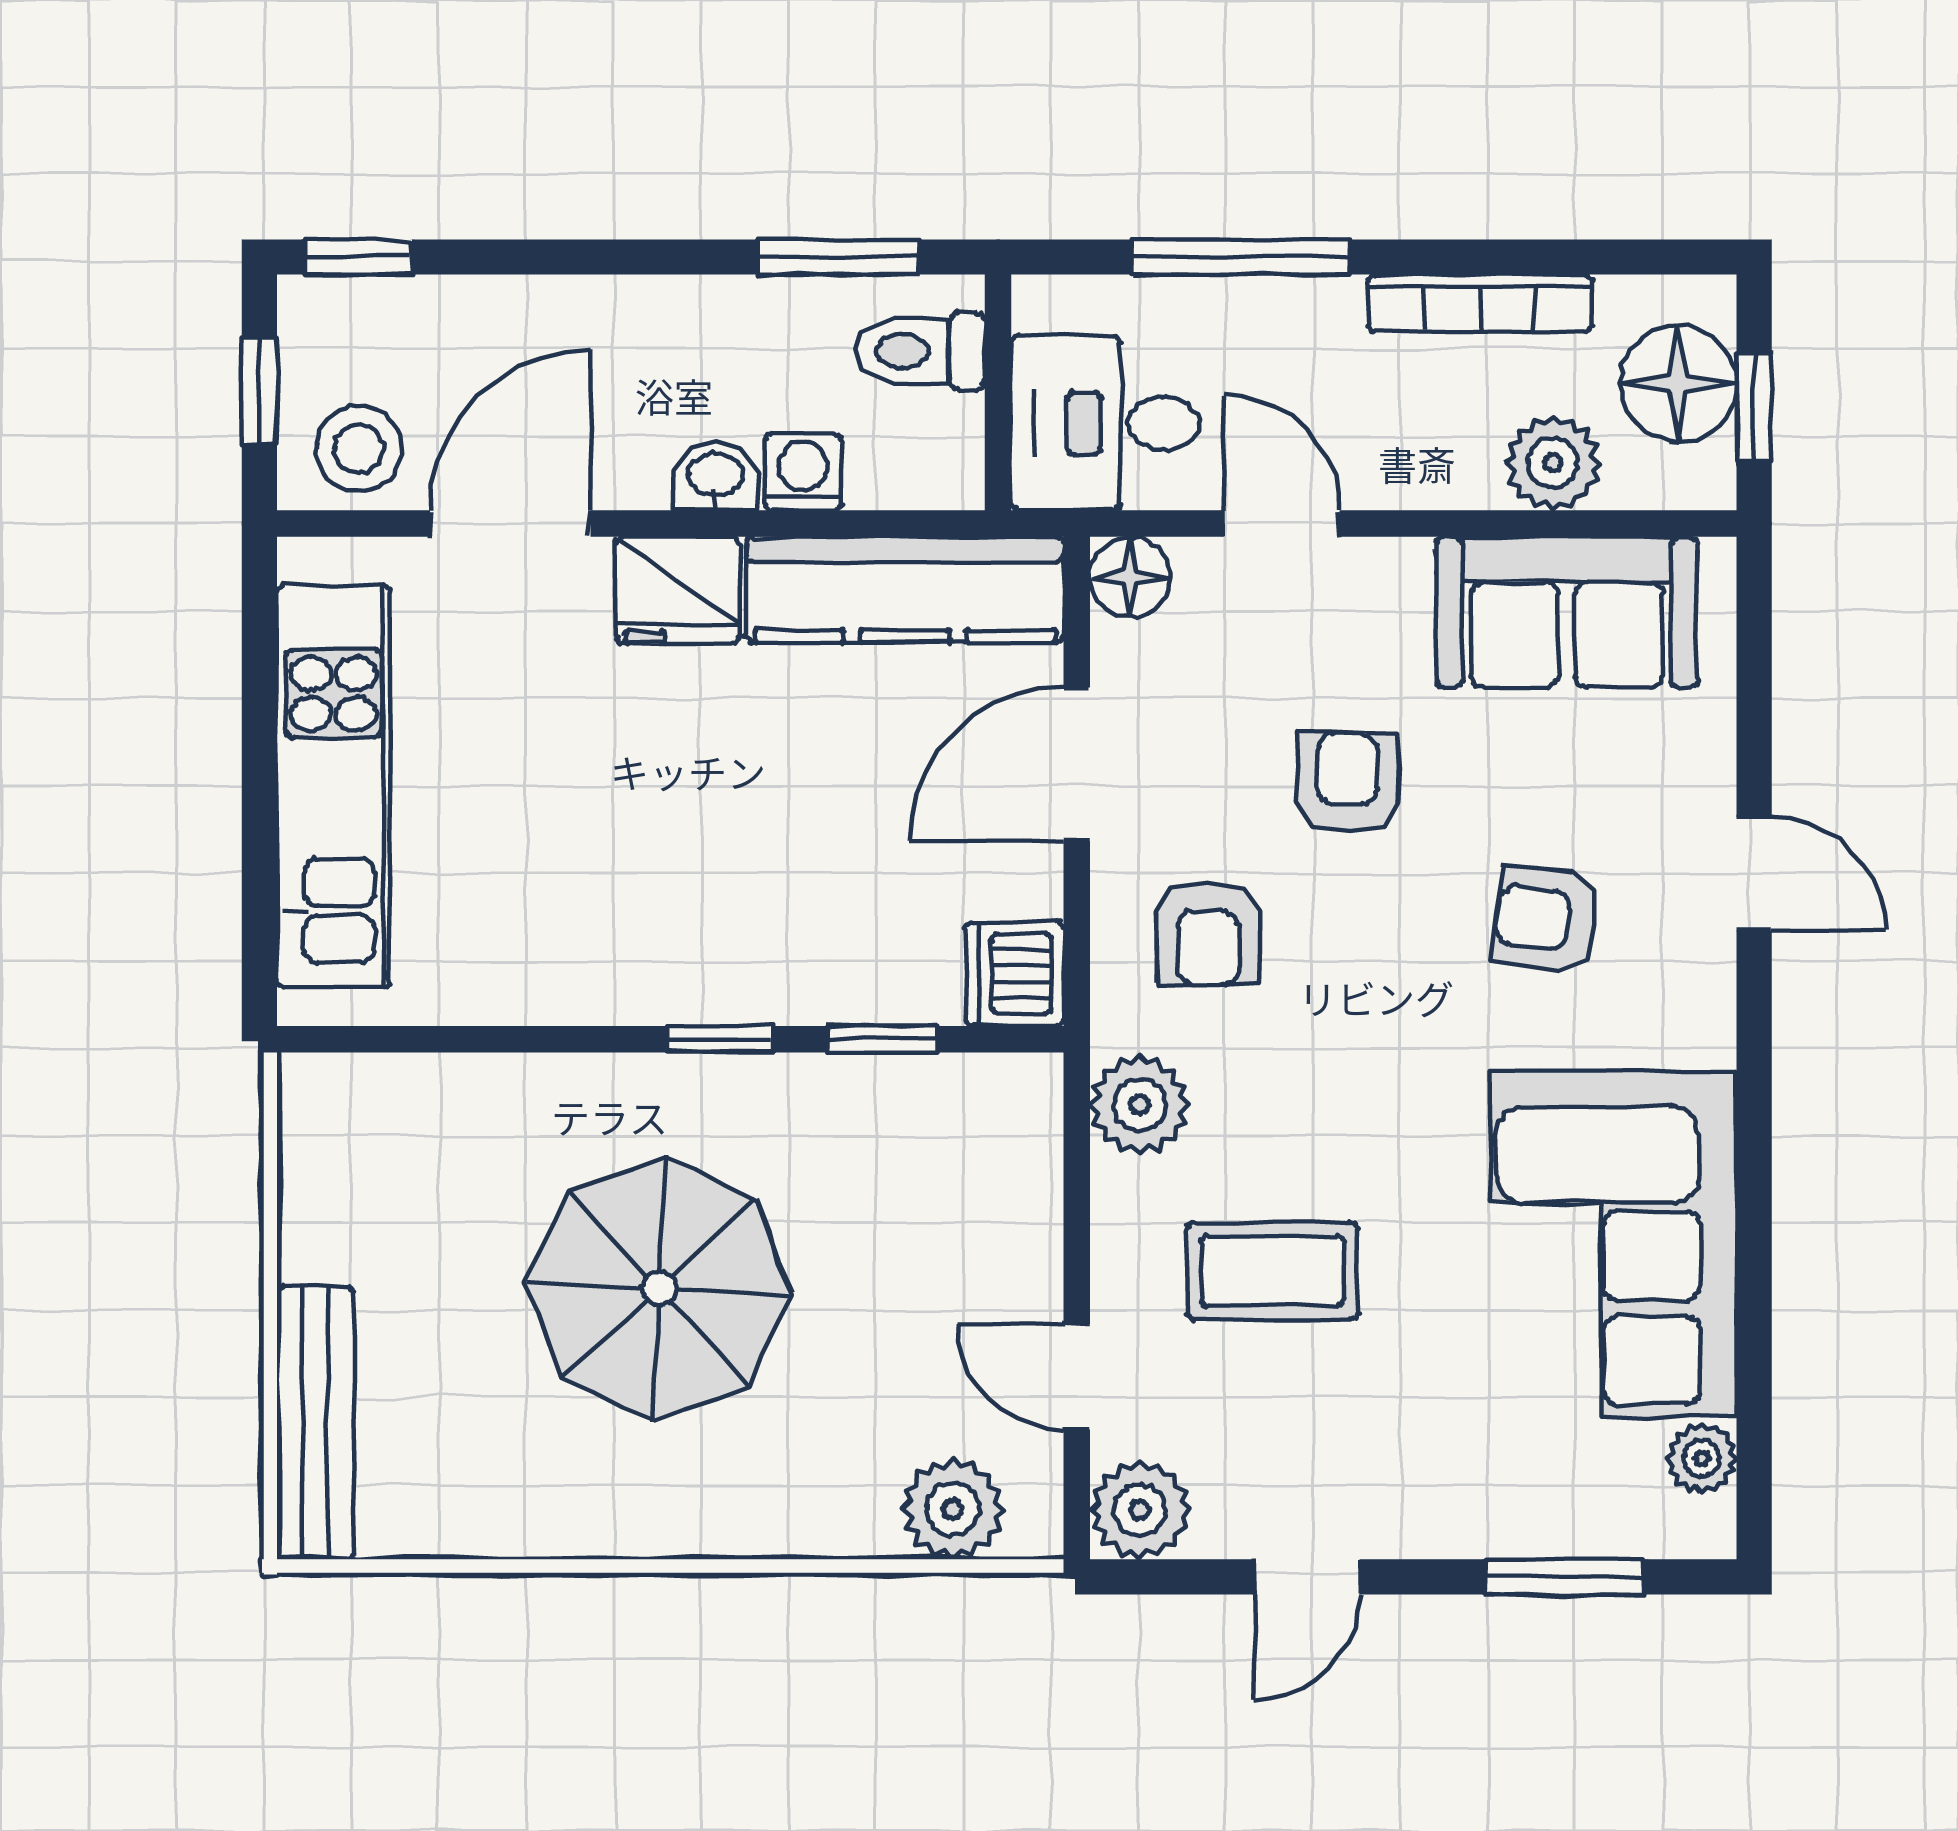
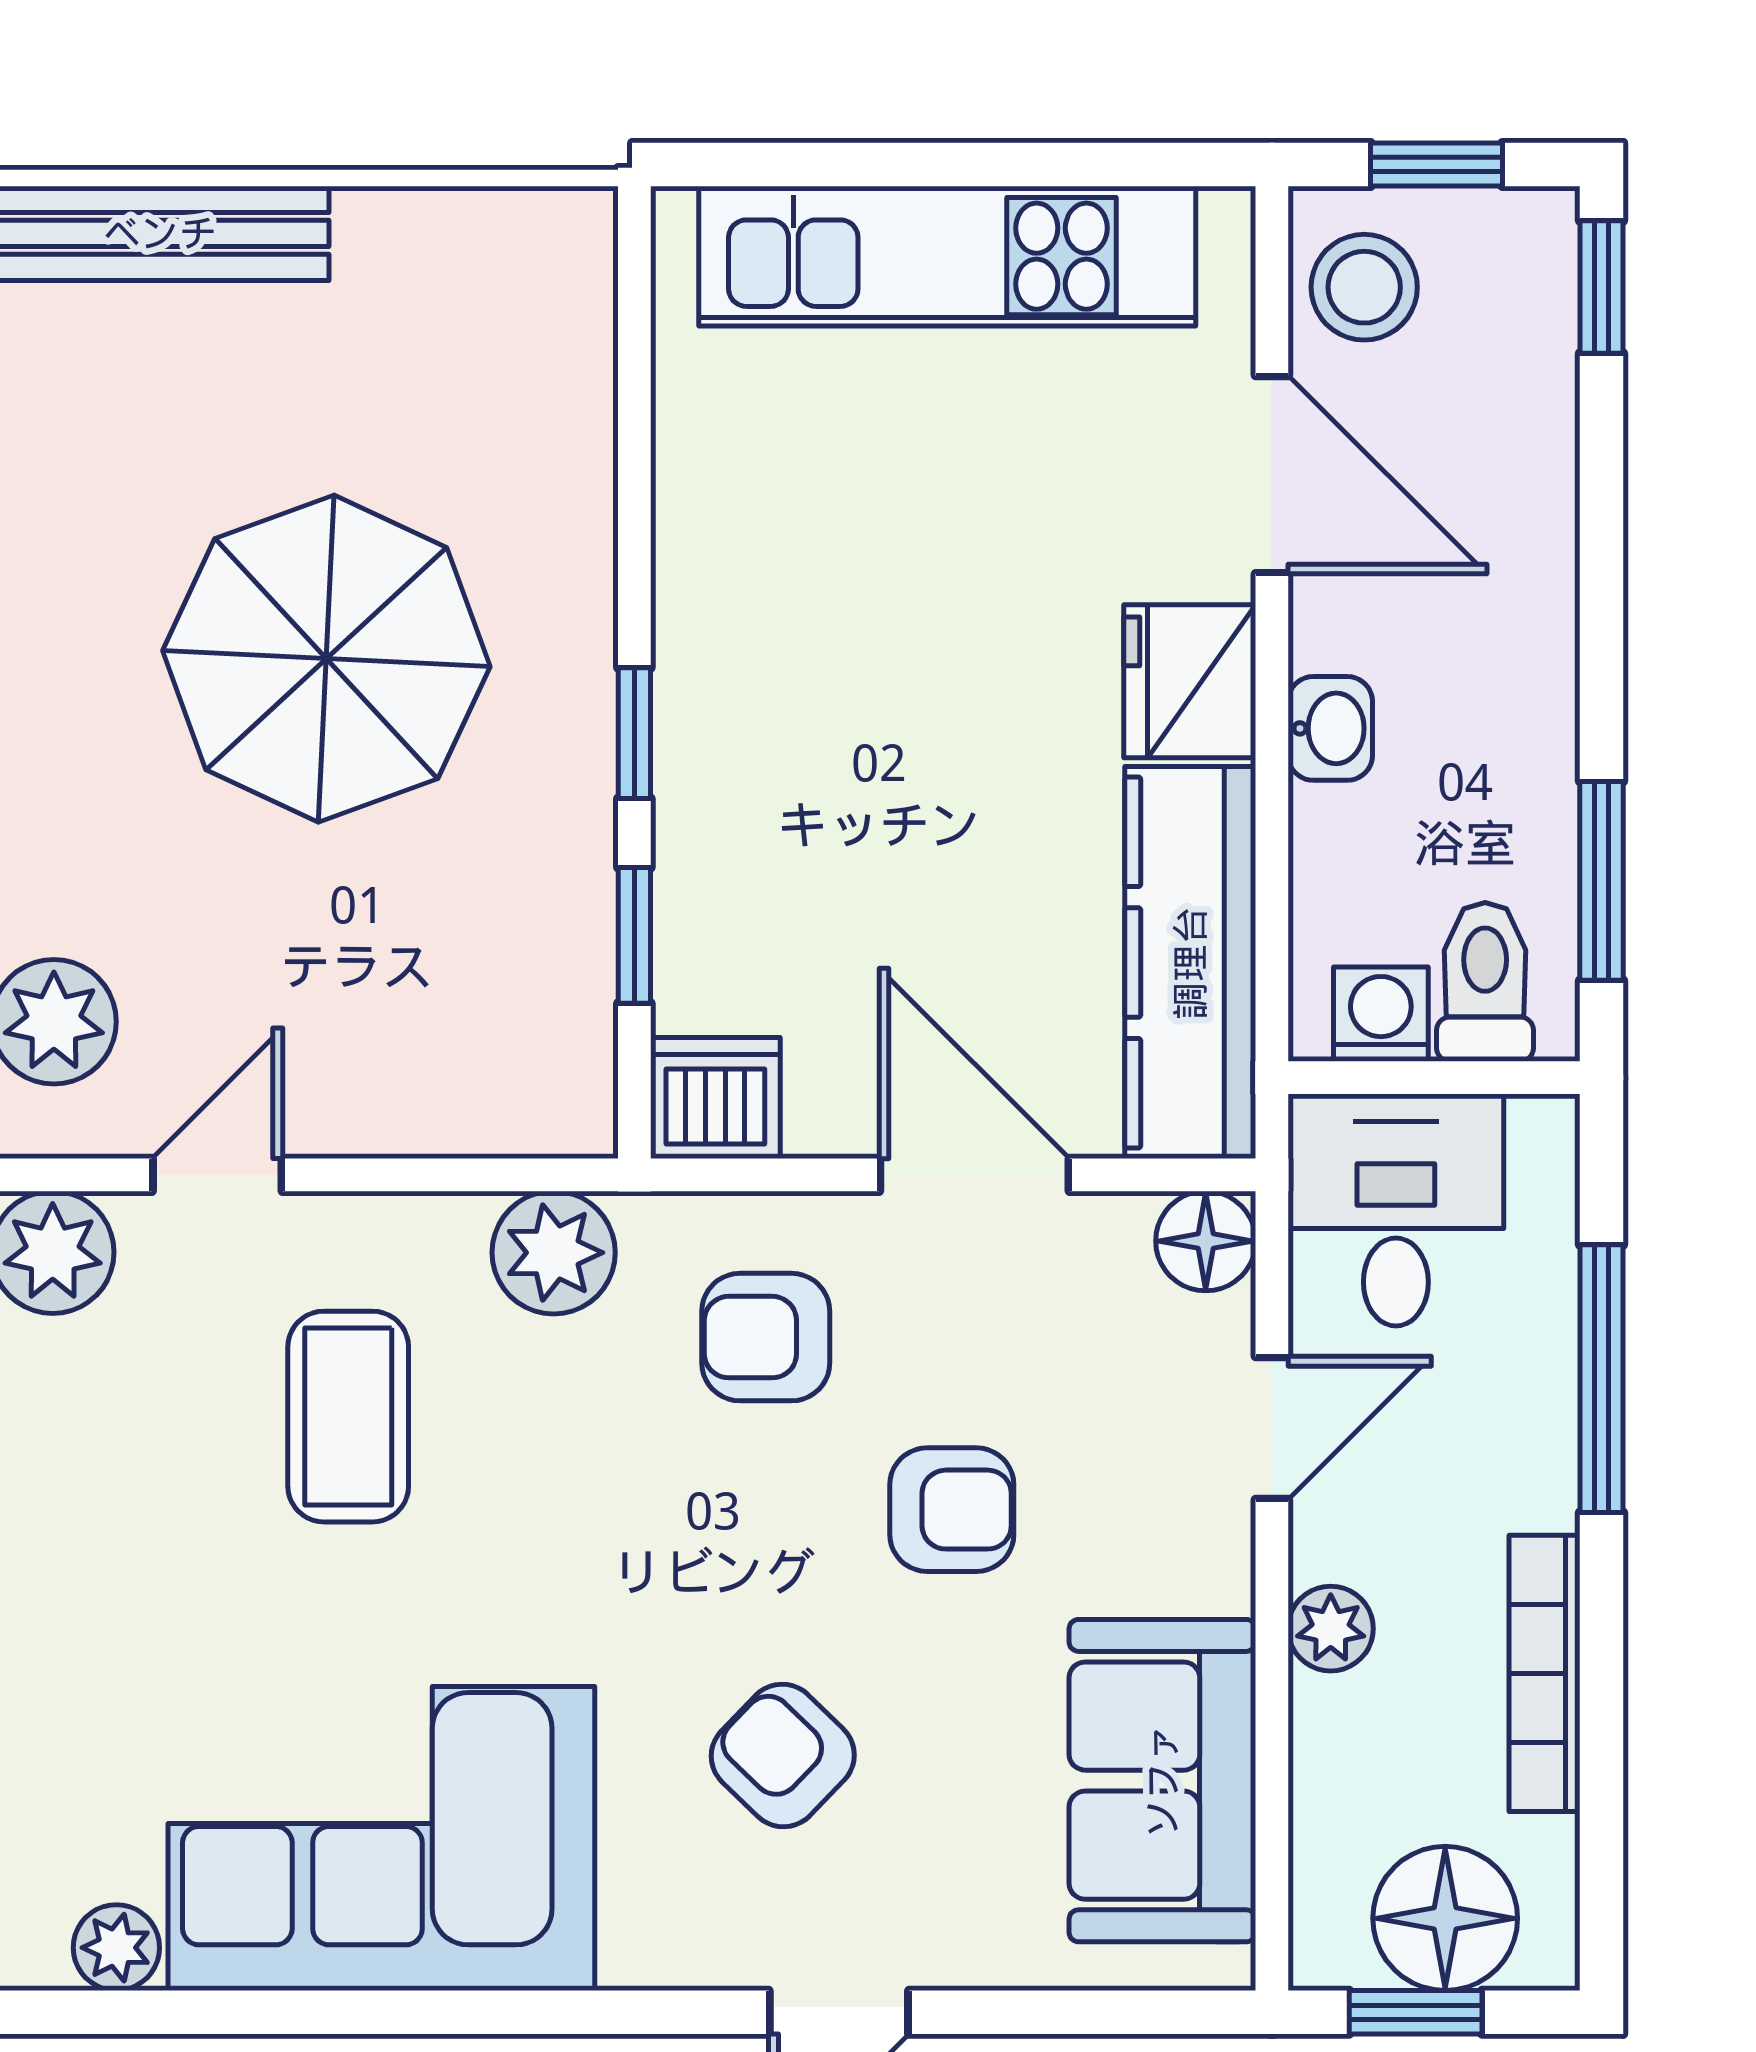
plant: (1553, 463) -> (1331, 1629), moved, width x0.73, depth x0.73
washing machine: (803, 472) -> (1381, 1014), moved, turned -90
armchair: (1547, 919) -> (783, 1756), turned -53

